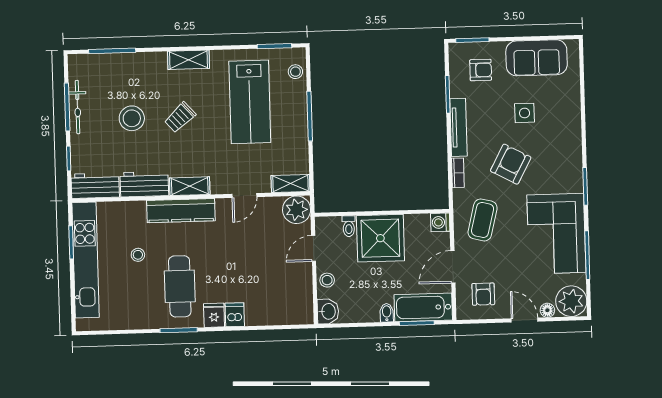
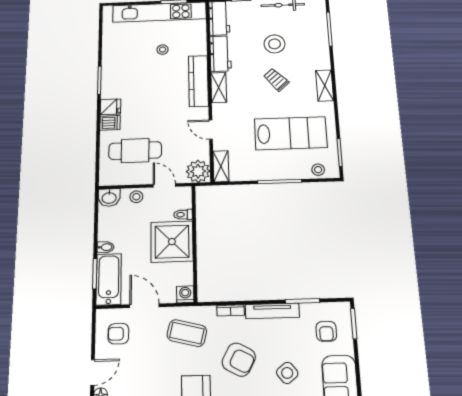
lab bench: (250, 102) -> (291, 133), turned 180
side table: (525, 113) -> (287, 373), turned -38
cafe table: (180, 286) -> (135, 151), moved

